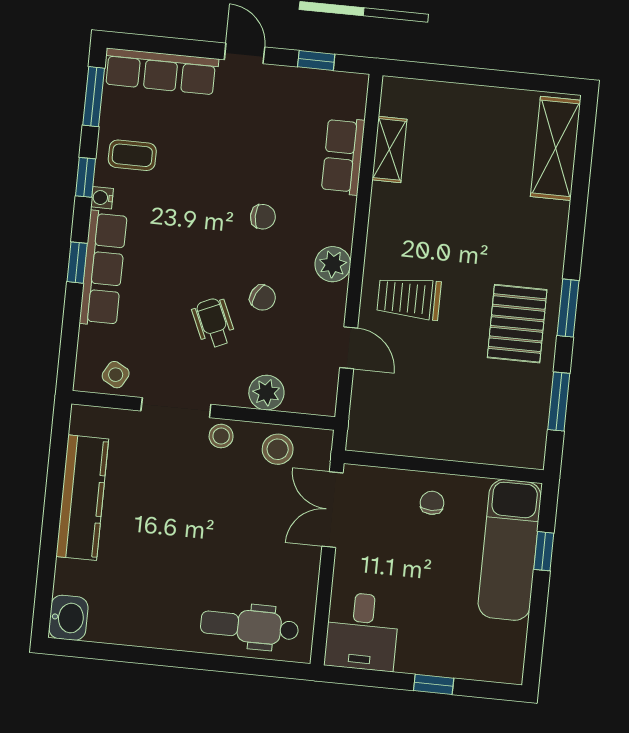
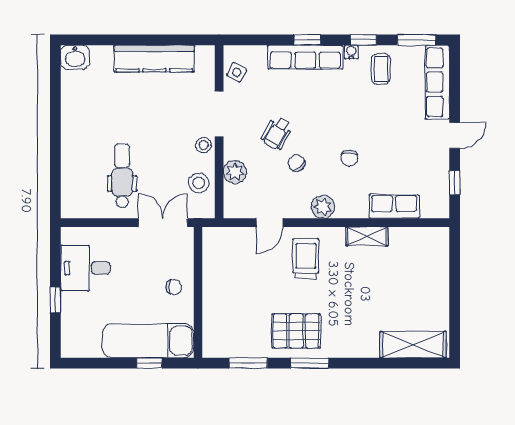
shelving: (389, 149) -> (367, 236), moved
chair: (263, 298) -> (297, 163), turned 112
wheelchair: (214, 323) -> (277, 133), turned 144
dental chair: (249, 626) -> (122, 176), moved
desk: (362, 631) -> (85, 268), moved

